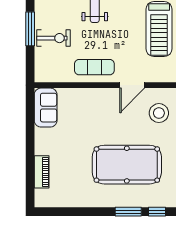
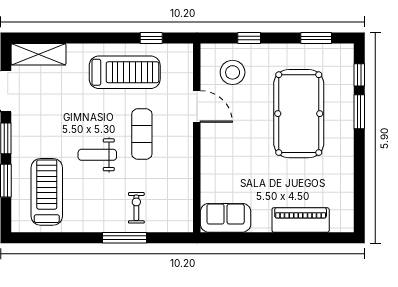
exercise bike: (53, 38) -> (136, 208), width x0.73, depth x0.72
exercise mat: (94, 67) -> (142, 134), moved
piano: (42, 172) -> (301, 220), width x1.37, depth x1.33

